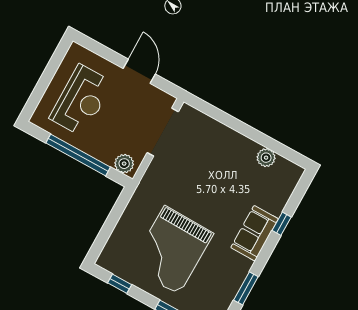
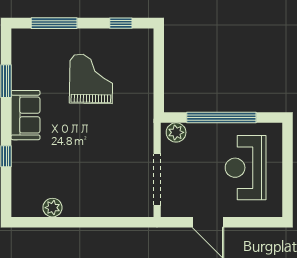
sofa: (255, 233) -> (26, 115), moved
grand piano: (172, 250) -> (91, 79), width x0.73, depth x0.68

